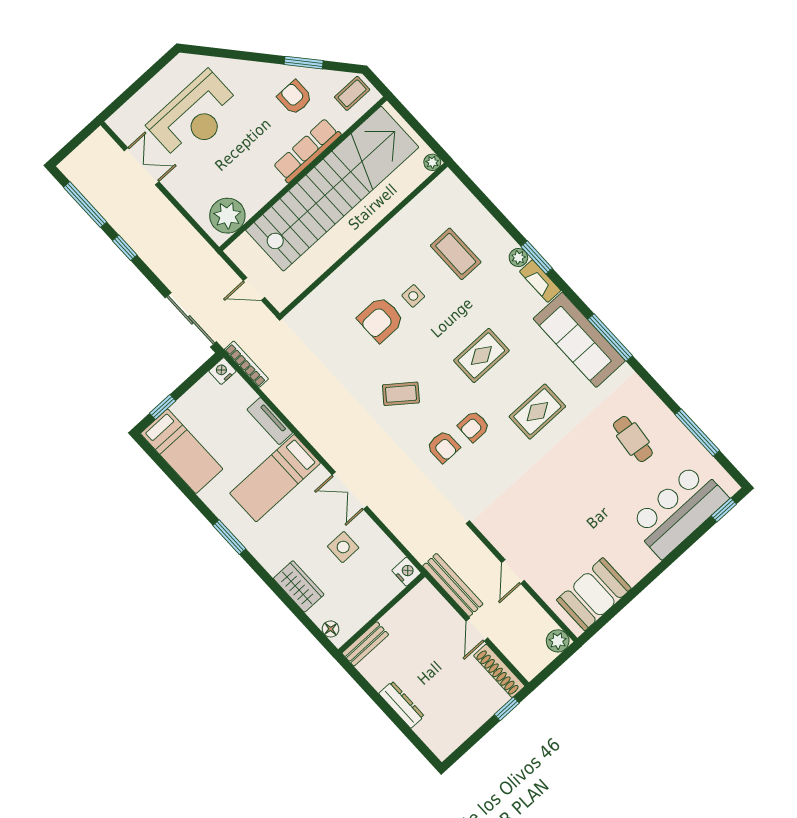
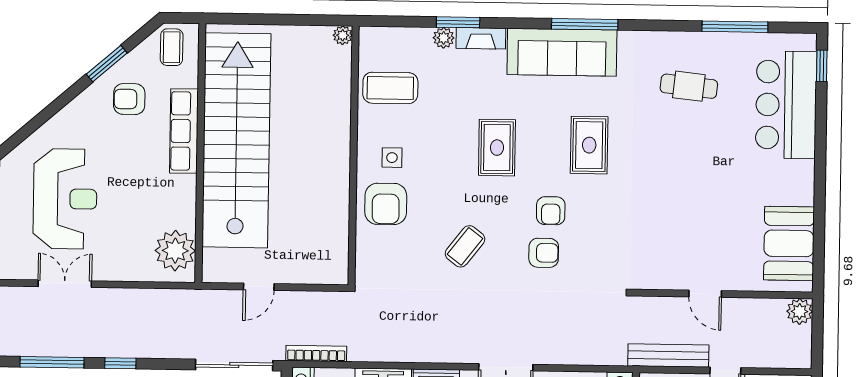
plant: (432, 162) -> (343, 35), moved
wall: (364, 240) -> (354, 155), moved

